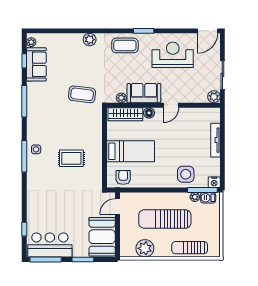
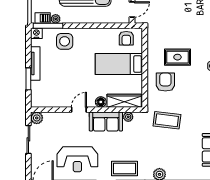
armchair: (84, 133) -> (165, 82), added
window: (222, 136) -> (28, 79), added
tv unit: (215, 140) -> (35, 64), moved

